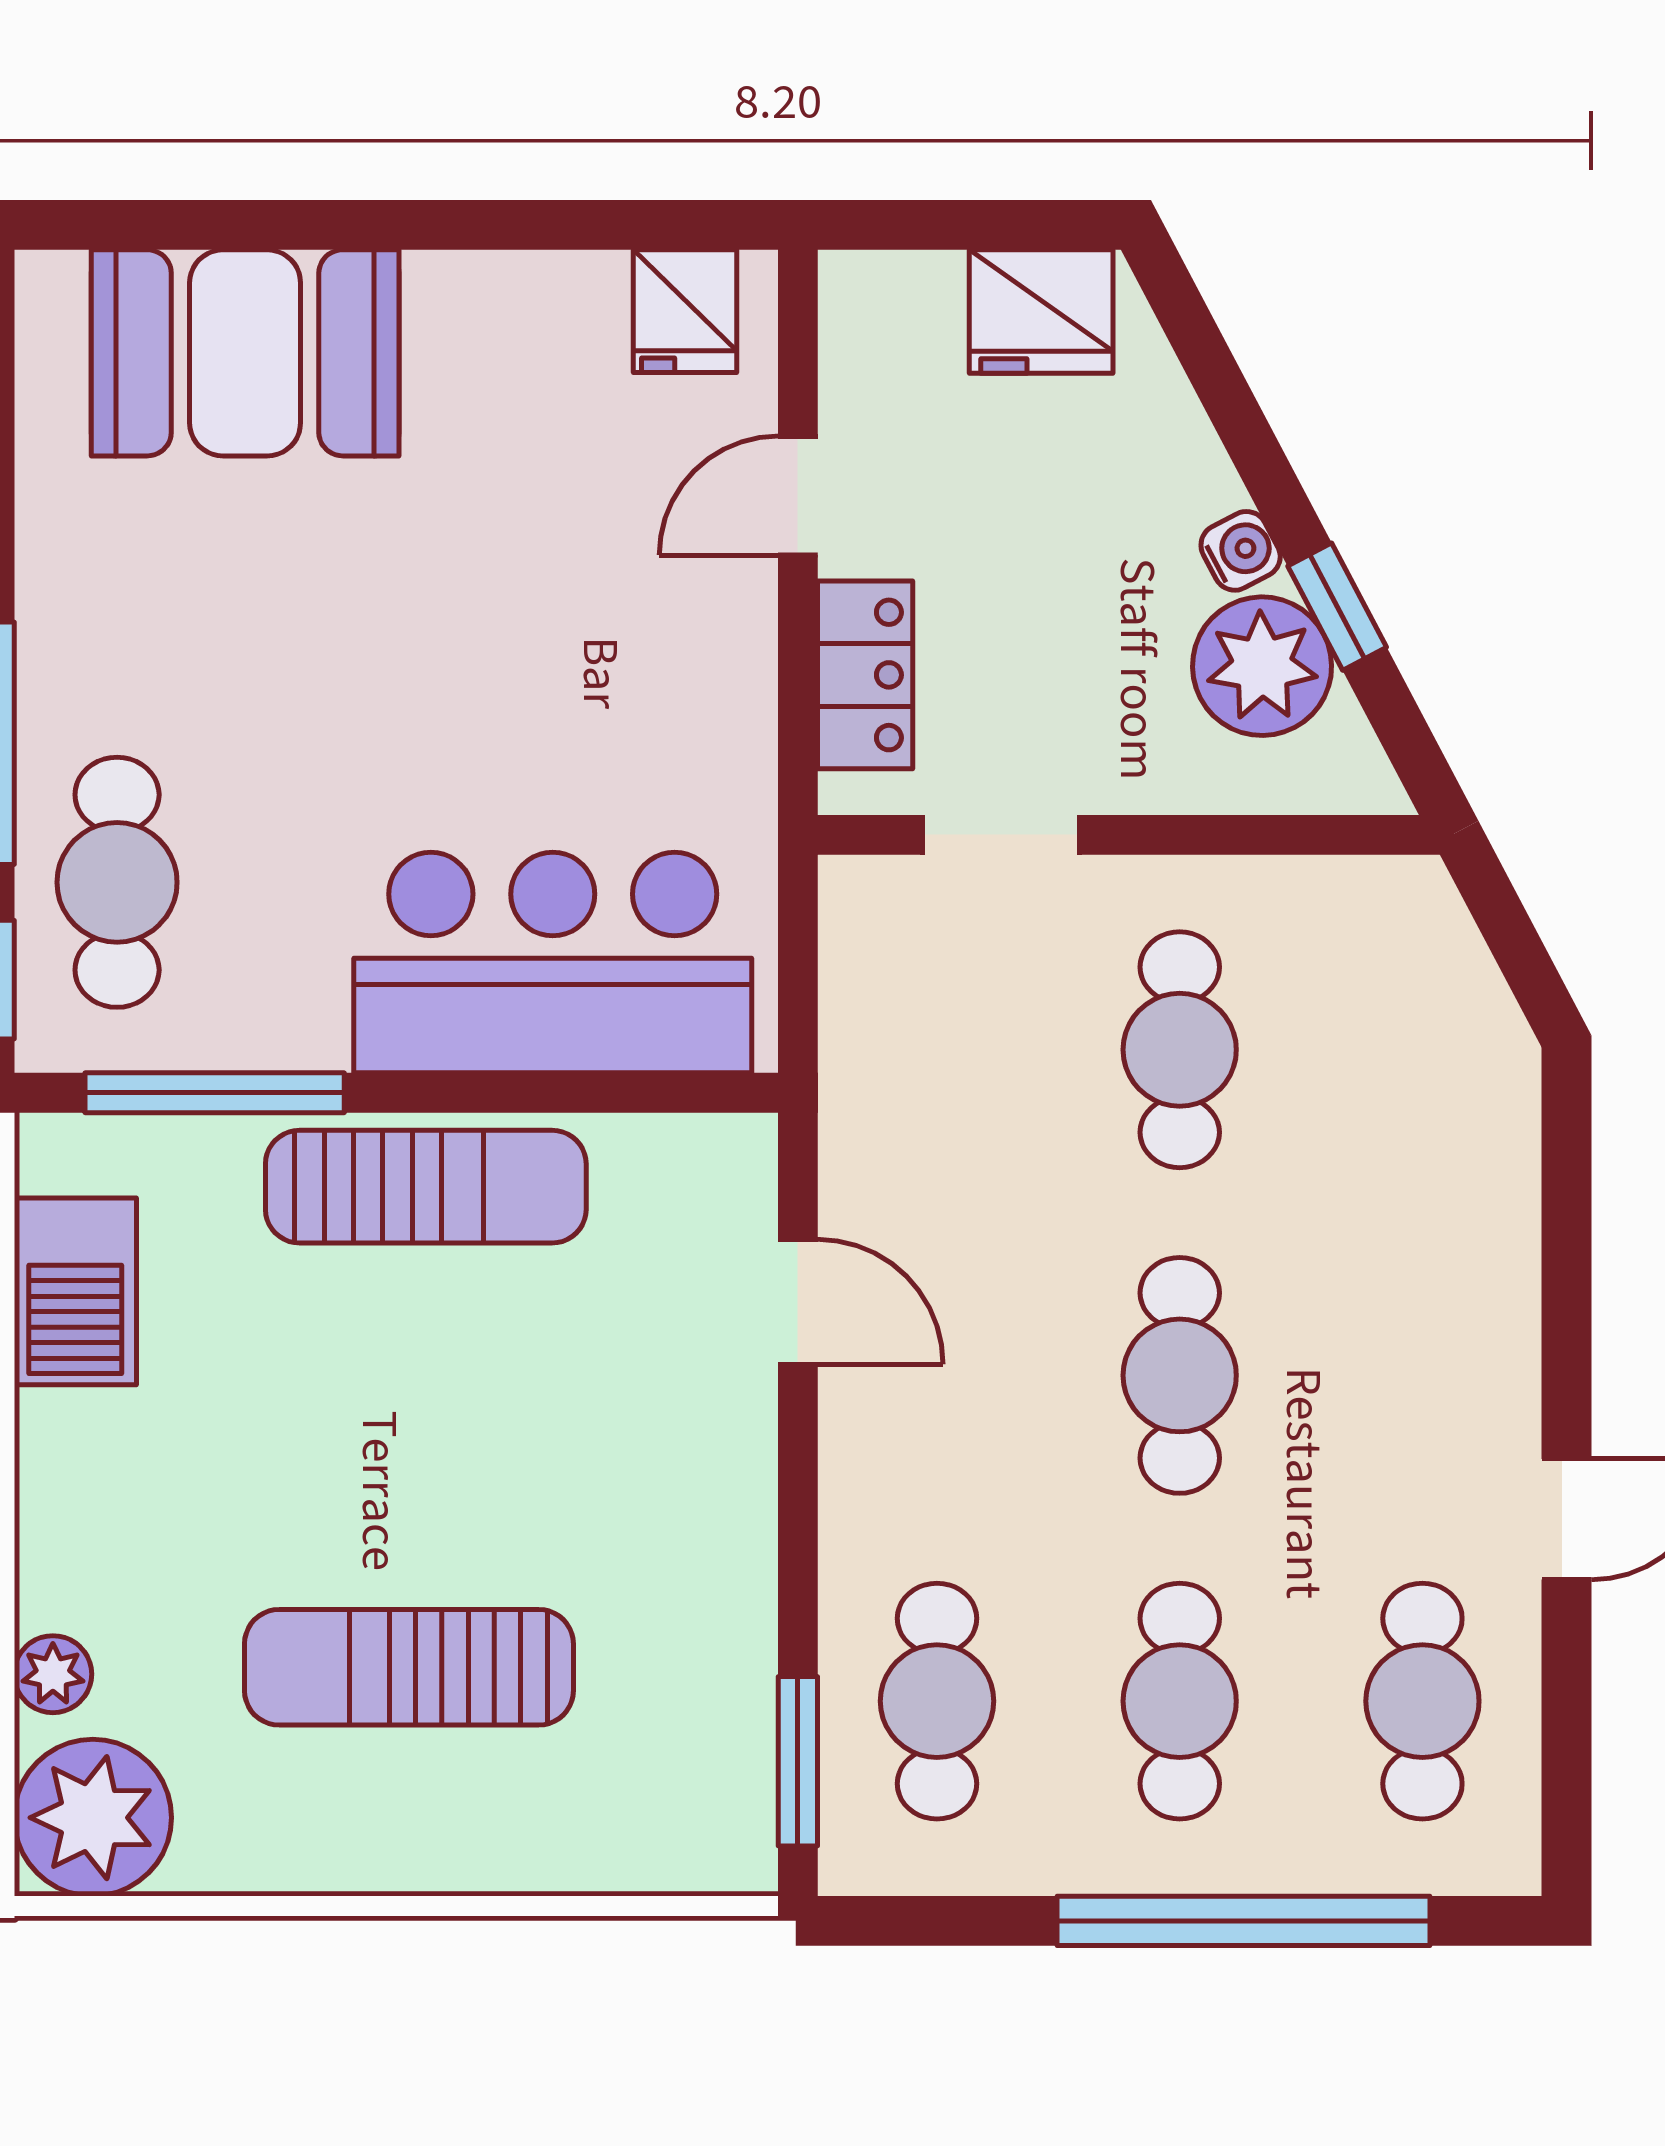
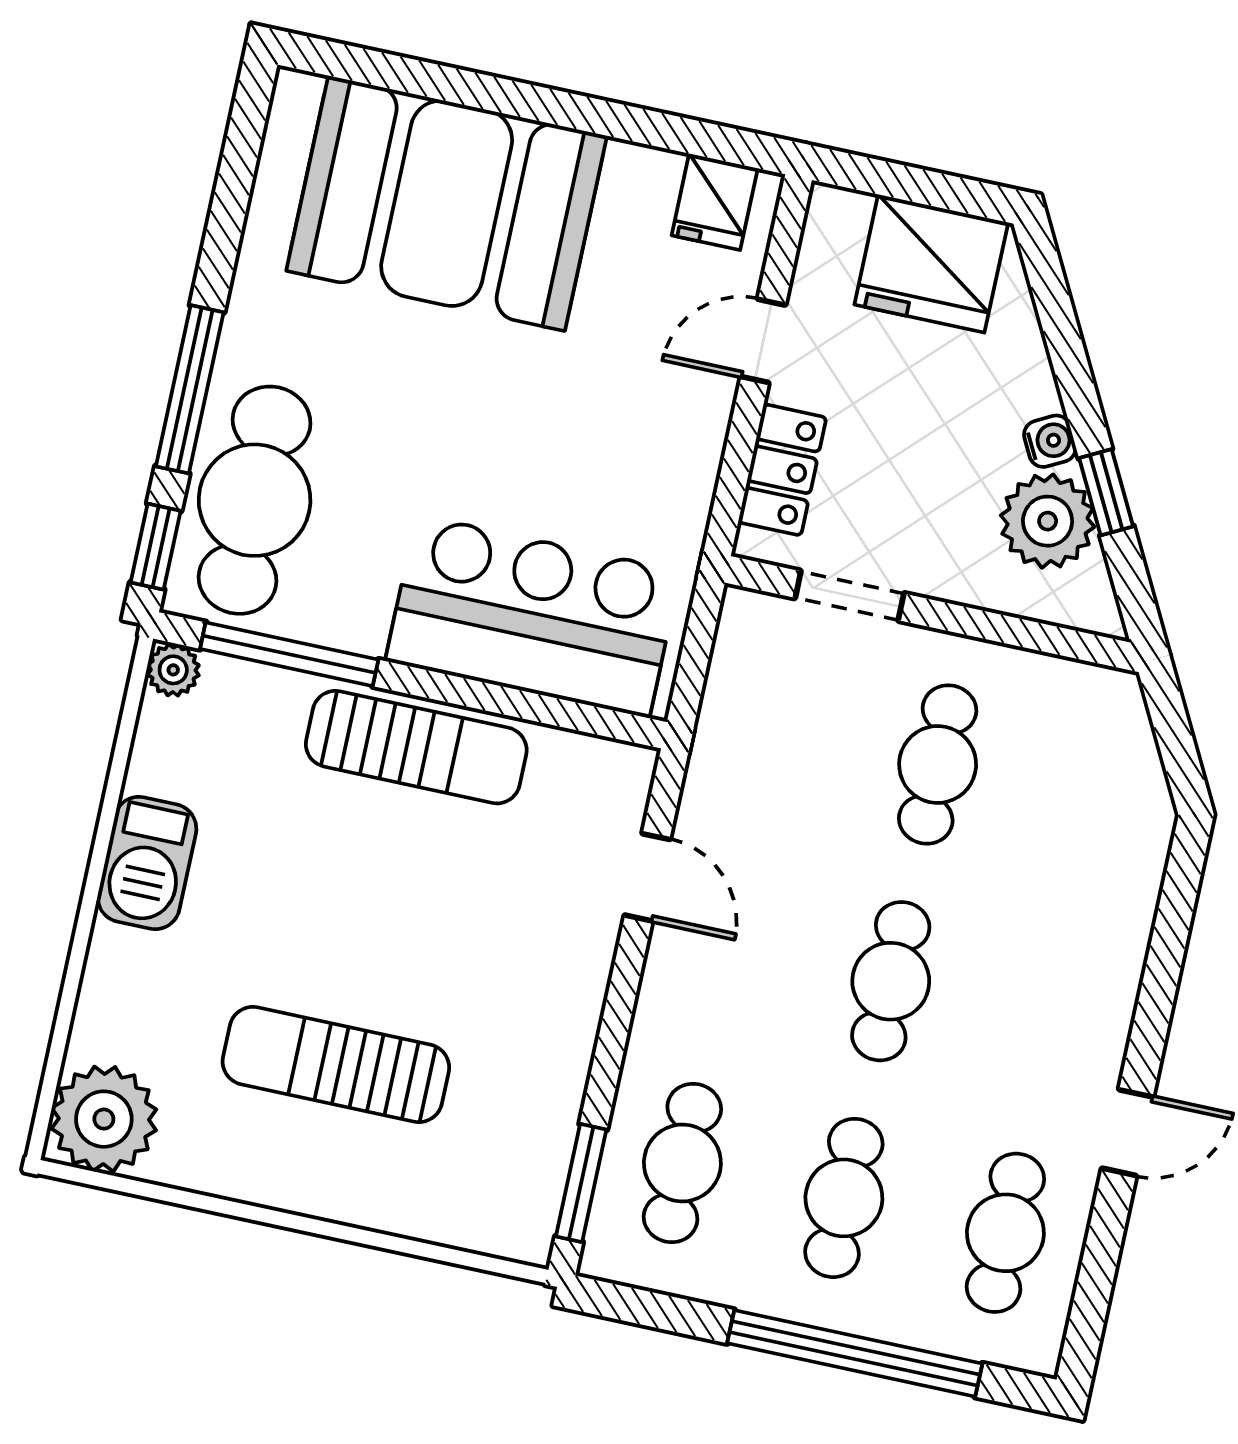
fridge: (1041, 312) -> (931, 264), width x1.36, depth x1.34
booth: (245, 353) -> (447, 203), width x1.36, depth x1.42
cafe table: (117, 882) -> (255, 500), width x1.37, depth x1.35
barbecue: (75, 1291) -> (147, 863), moved
plant: (53, 1674) -> (173, 670), moved

